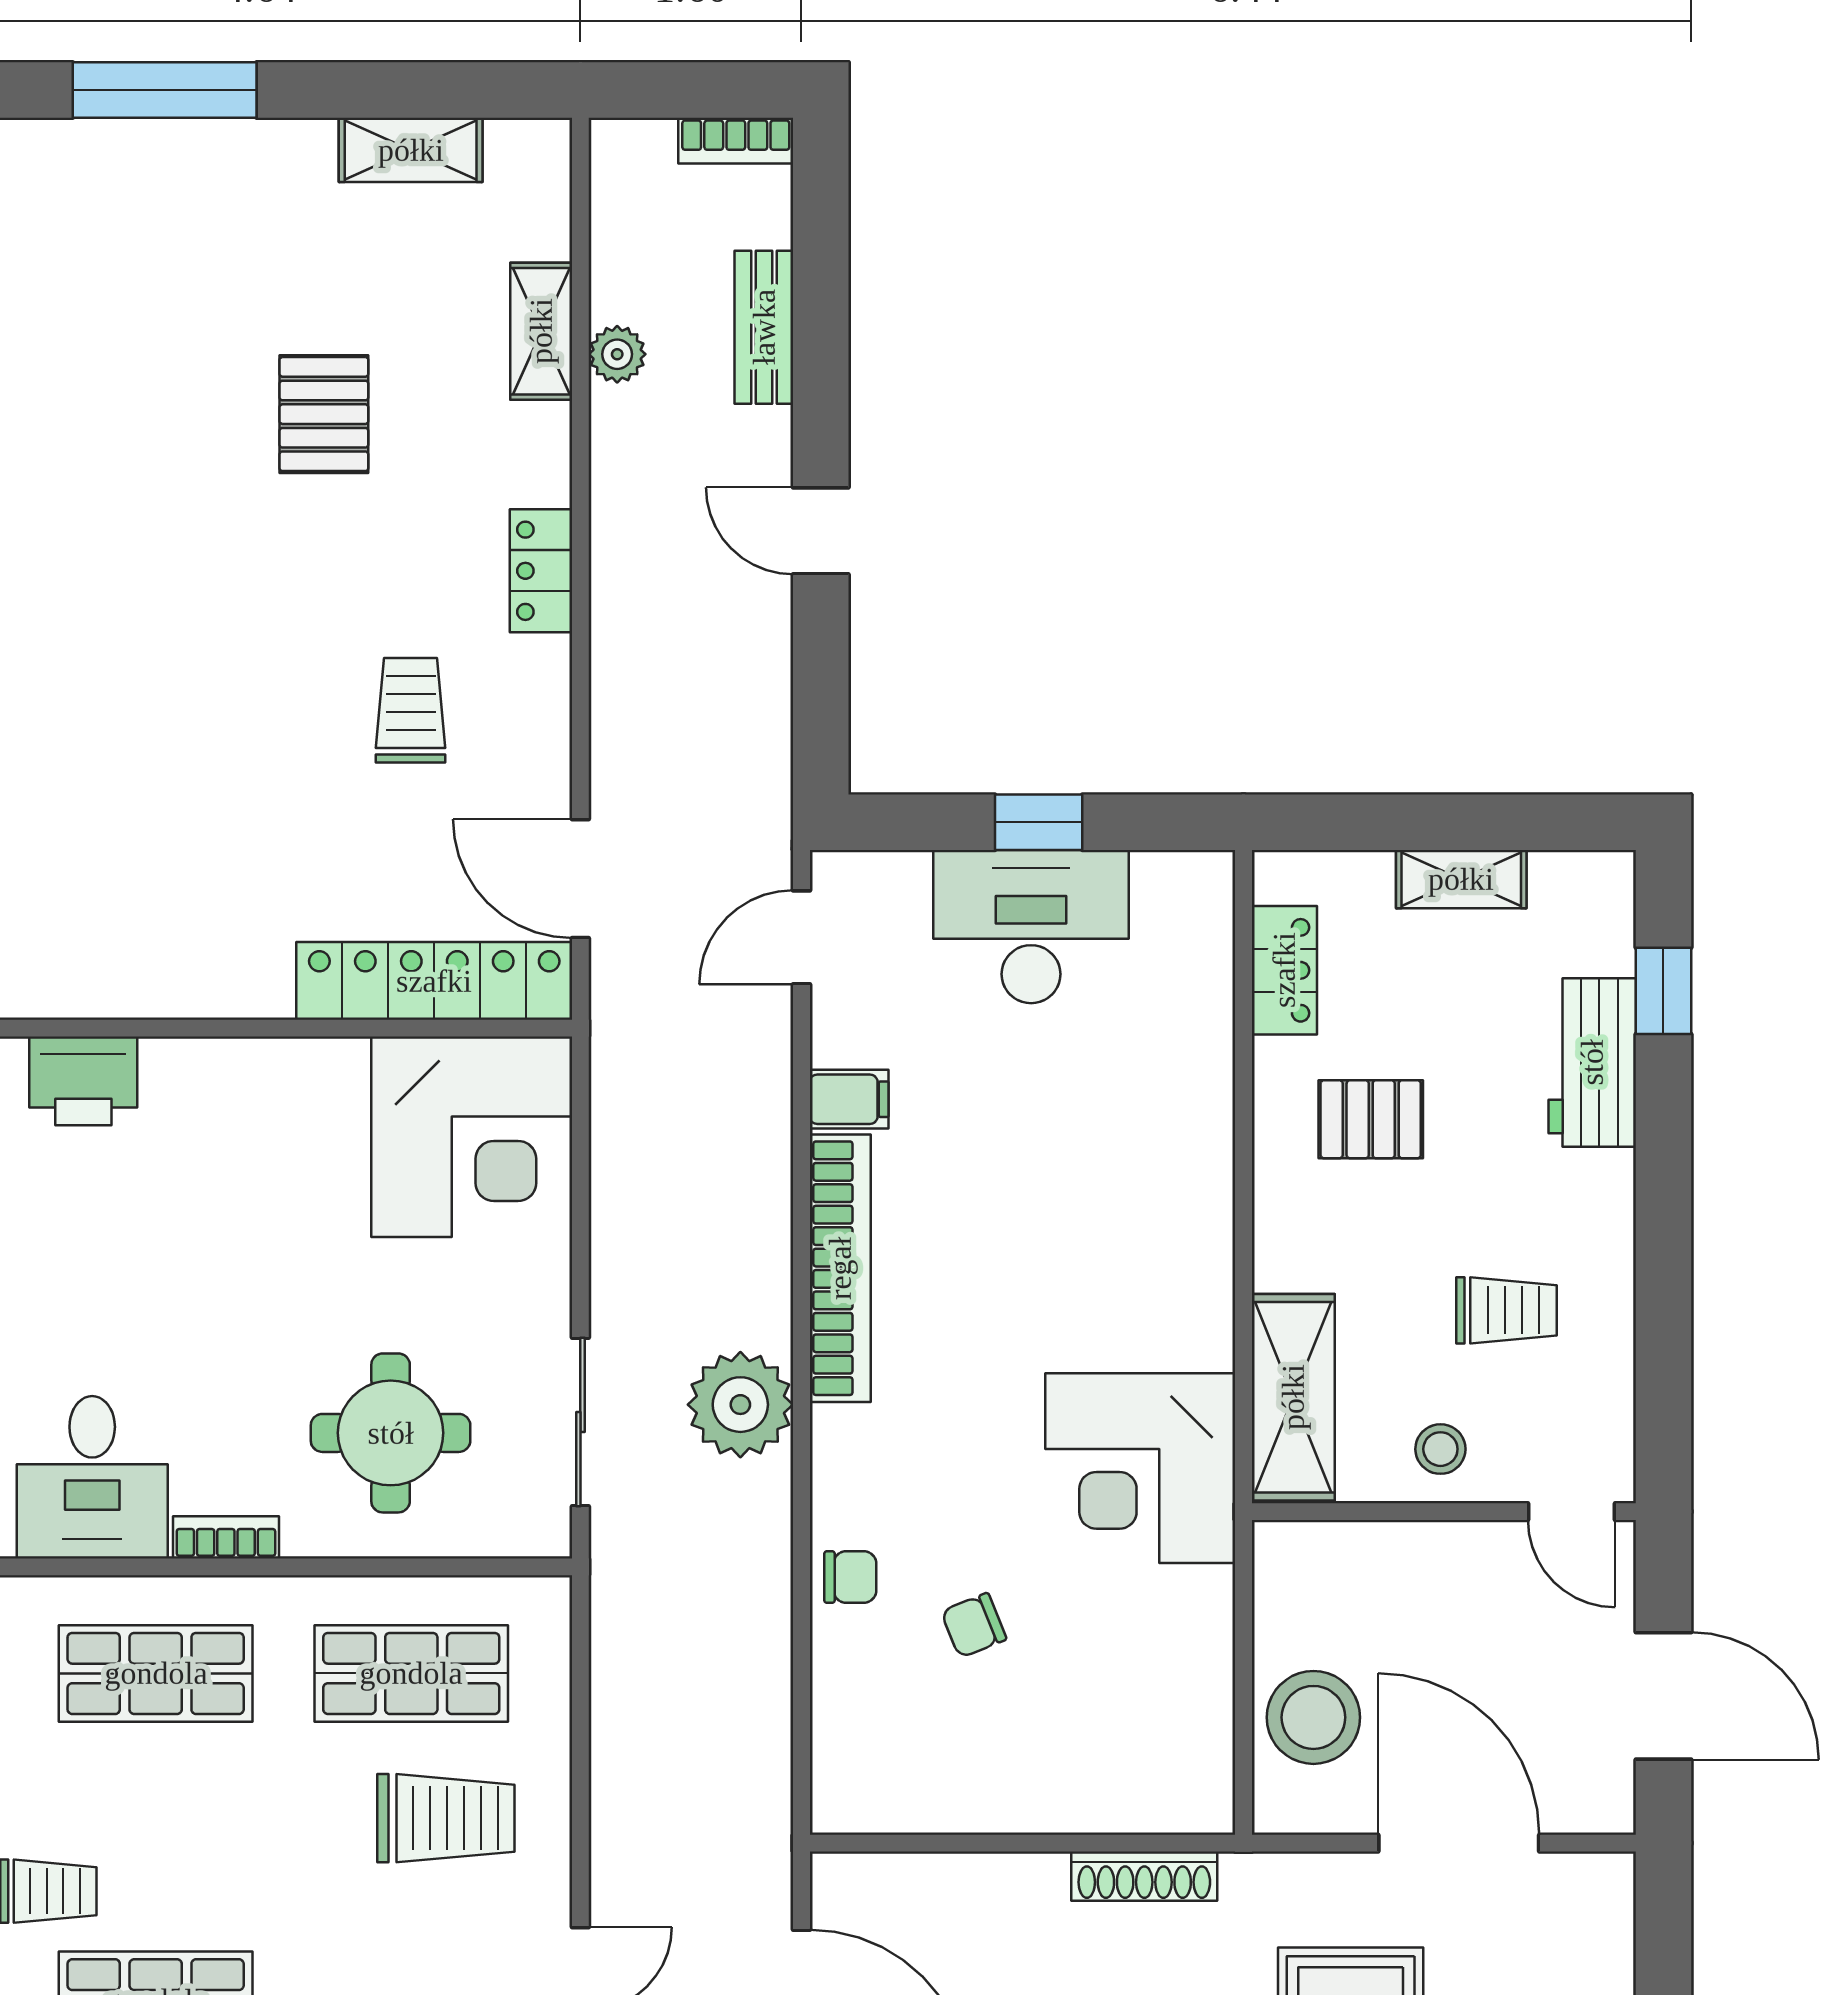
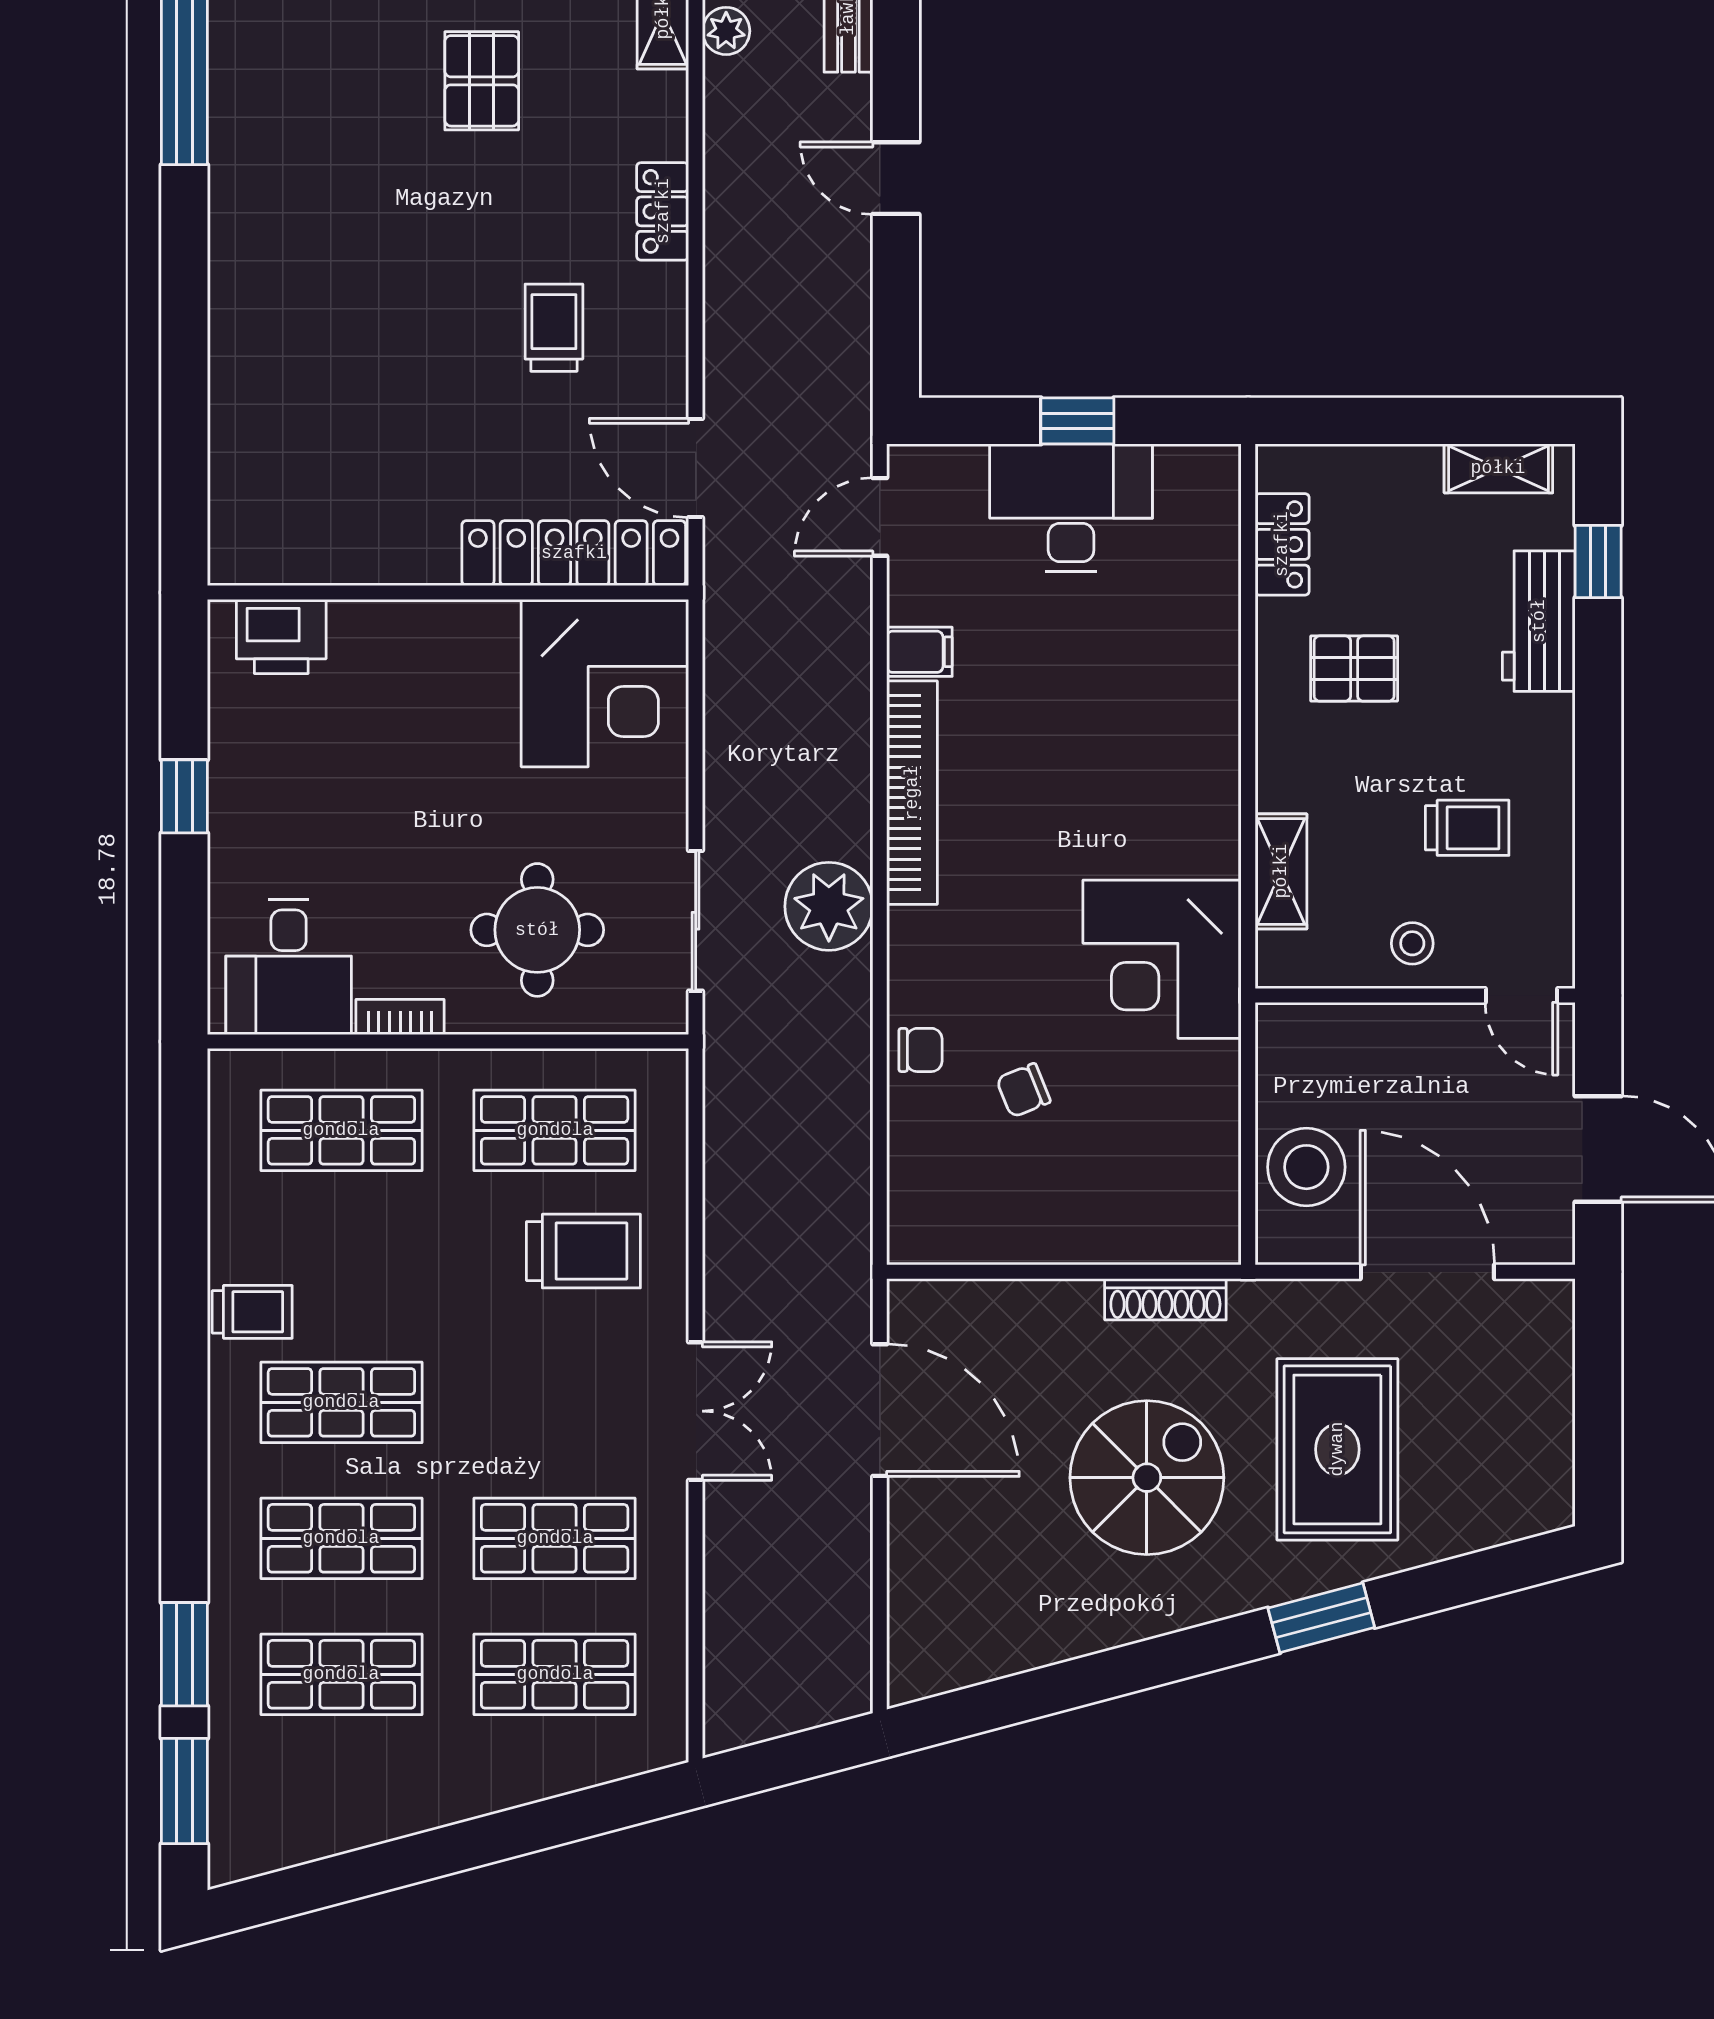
shelving: (1461, 879) -> (1498, 468), moved
shelving: (1293, 1397) -> (1281, 871), width x0.67, depth x0.75

